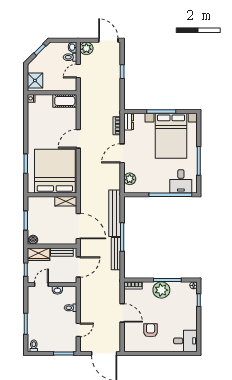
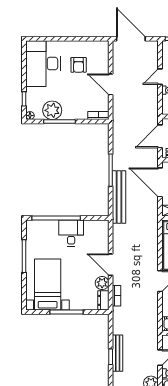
bed with nightstands: (171, 136) -> (48, 285), width x0.73
door: (122, 153) -> (111, 265), swing flipped
plant: (130, 179) -> (102, 283), moved
desk: (181, 181) -> (71, 233), moved
bench: (116, 254) -> (118, 353), moved
plant: (161, 290) -> (52, 110), moved
door: (78, 330) -> (160, 77), moved
desk: (185, 341) -> (43, 64), width x1.87, depth x1.30

